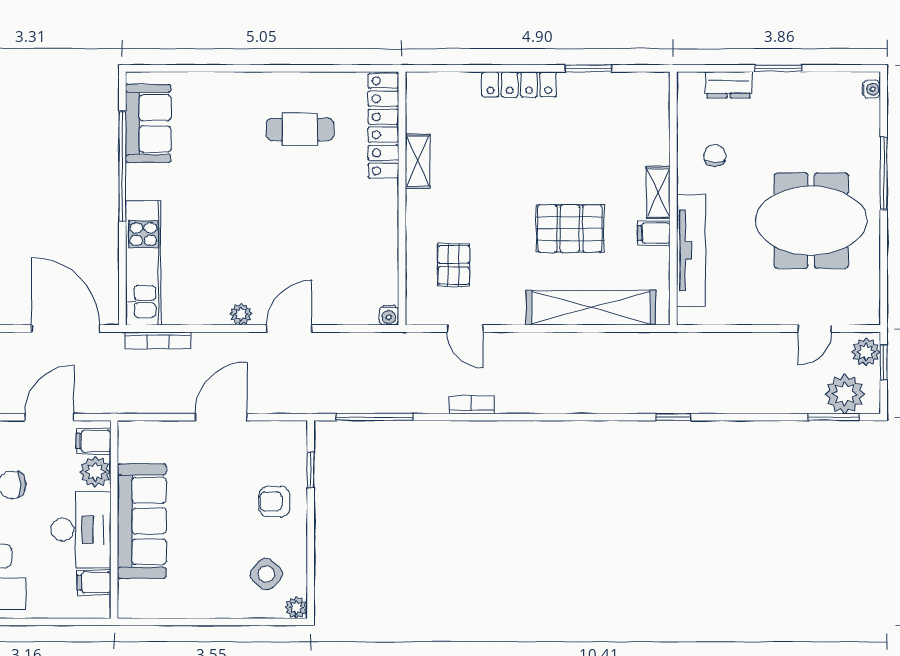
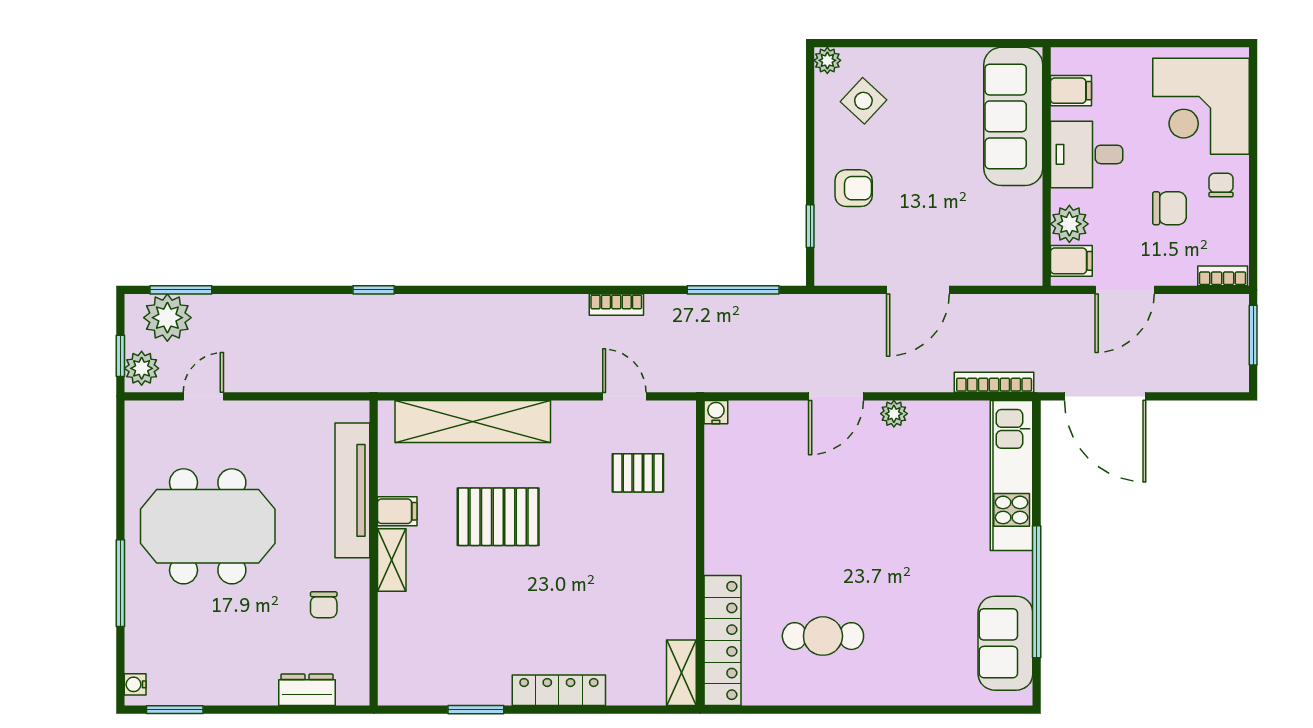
window: (778, 68) -> (175, 710), moved
shelving: (418, 161) -> (681, 673), moved
pallet: (454, 265) -> (638, 473), turned 90
sofa: (142, 521) -> (1013, 116), moved
desk: (81, 530) -> (1087, 154), width x0.73

